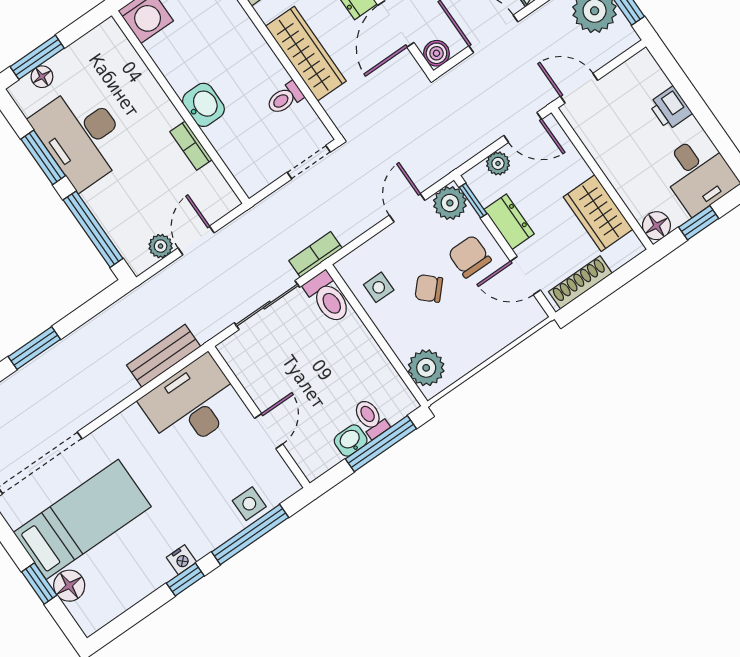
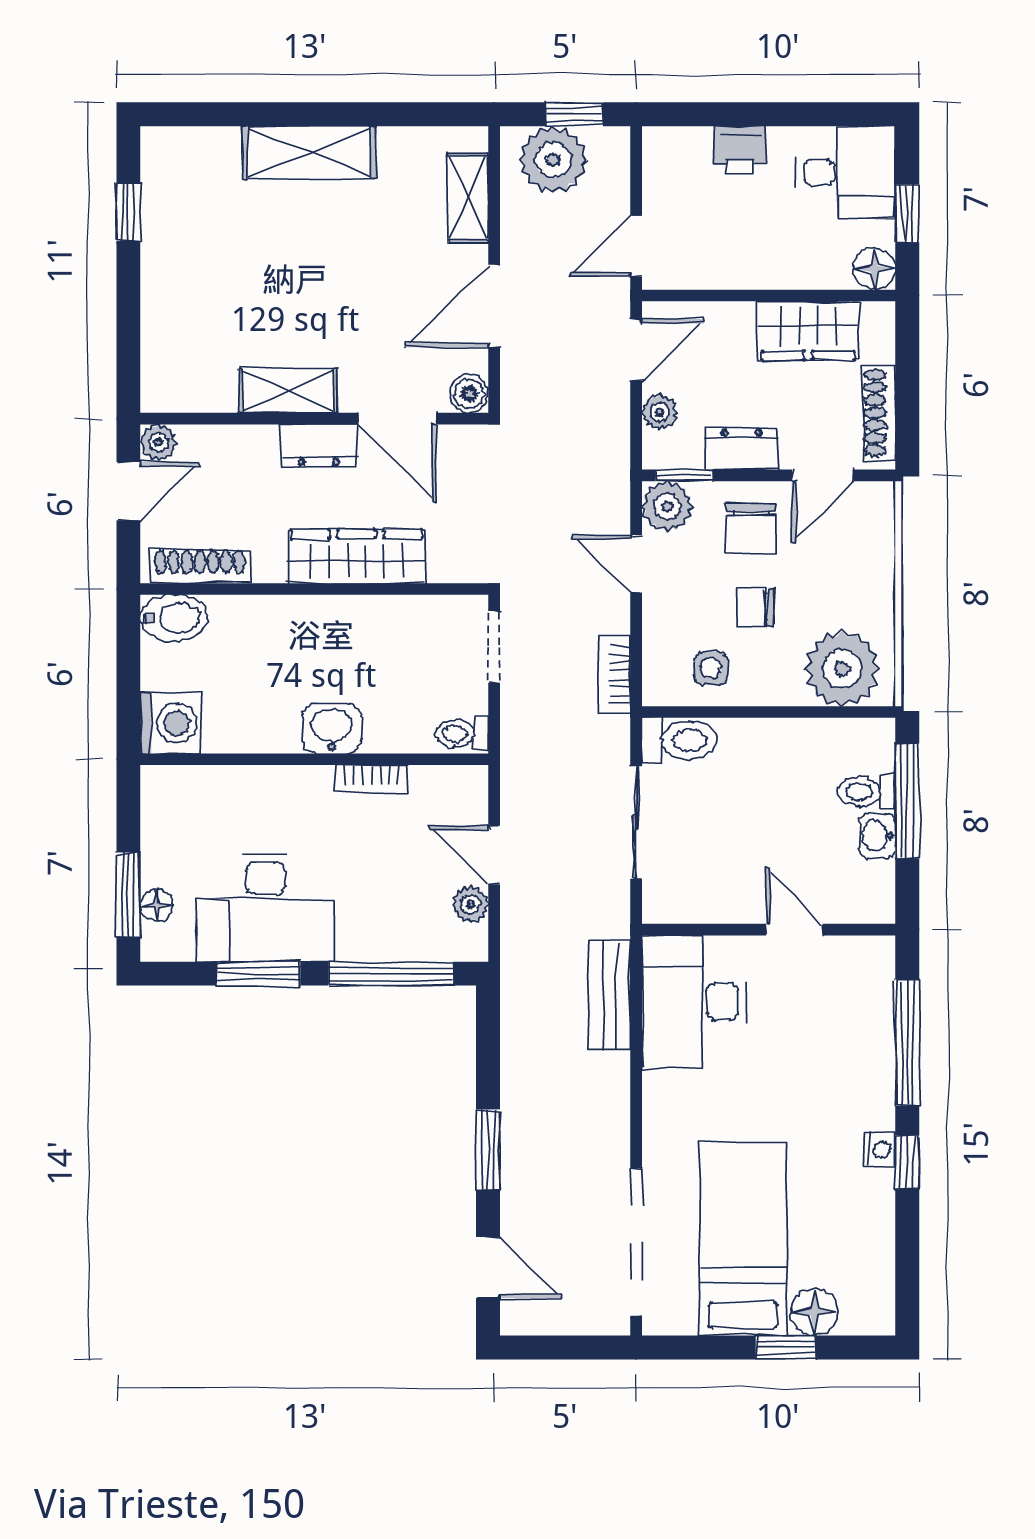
toilet: (285, 98) -> (462, 733), moved, turned 90
bookcase: (315, 254) -> (615, 674), moved
chair: (470, 256) -> (751, 528), turned -90
chair: (429, 288) -> (755, 607), turned 47
plant: (426, 368) -> (842, 669), width x1.36, depth x1.36
side table: (249, 504) -> (868, 1017), removed

